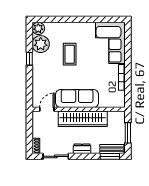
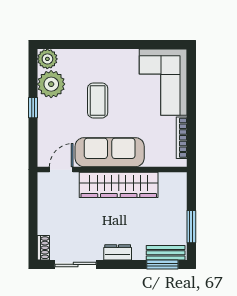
sofa: (77, 98) -> (110, 152), moved
door: (47, 109) -> (61, 169), moved
wall: (79, 109) -> (112, 169), moved
wardrobe: (83, 119) -> (119, 185), moved

